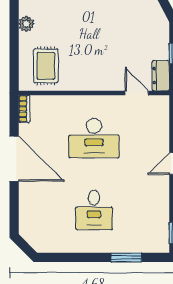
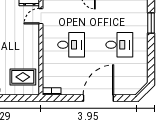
desk: (94, 138) -> (71, 45), width x0.73
door: (14, 159) -> (98, 98), moved

